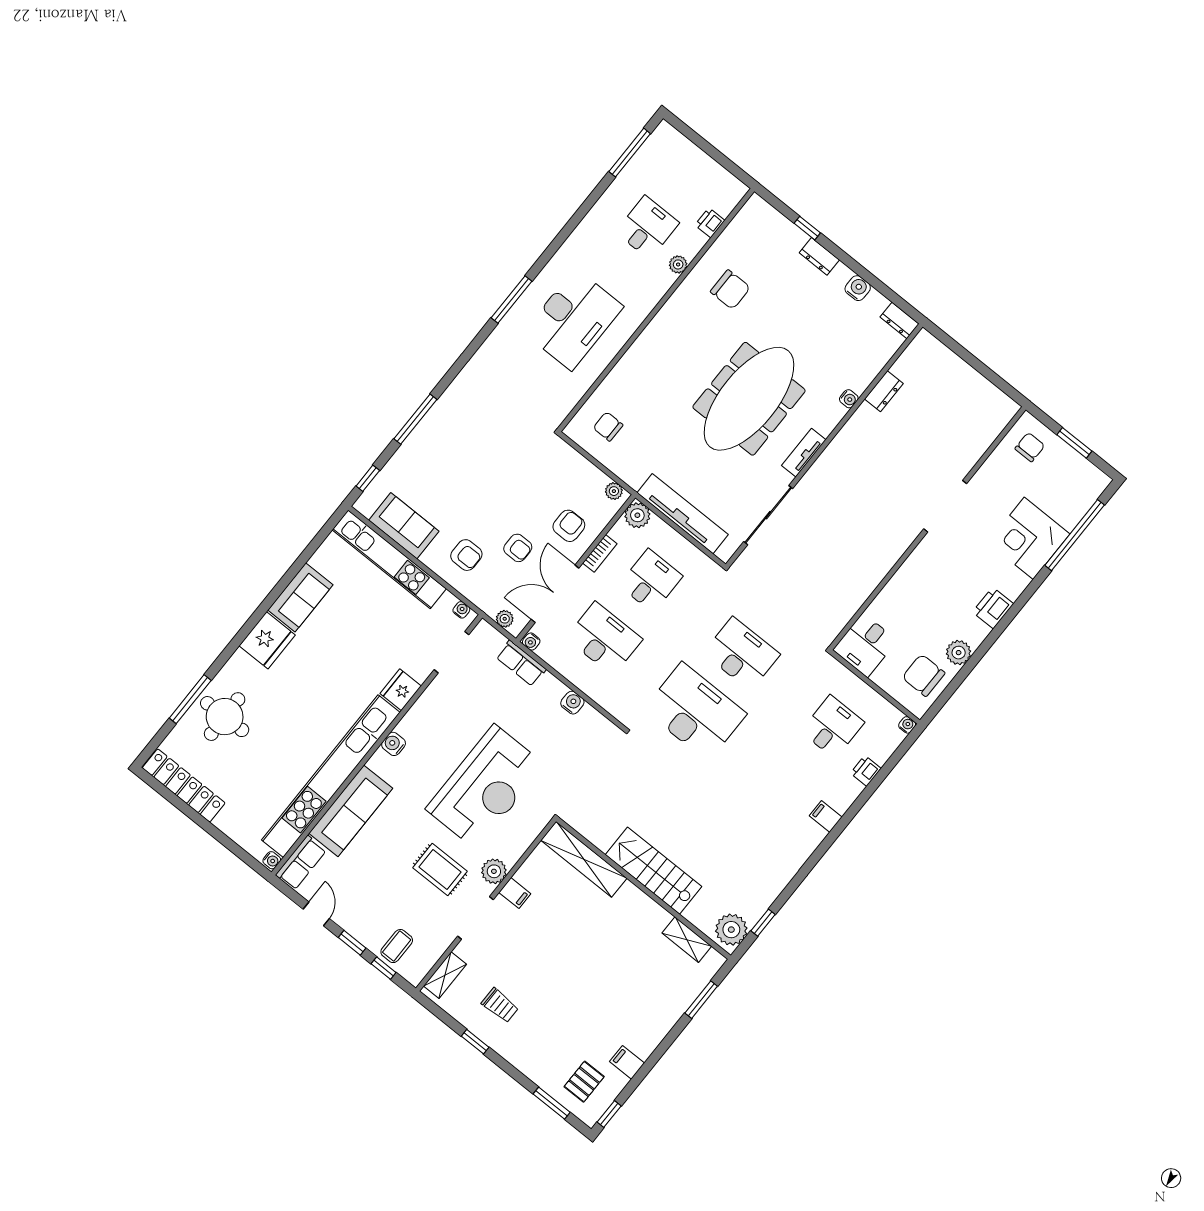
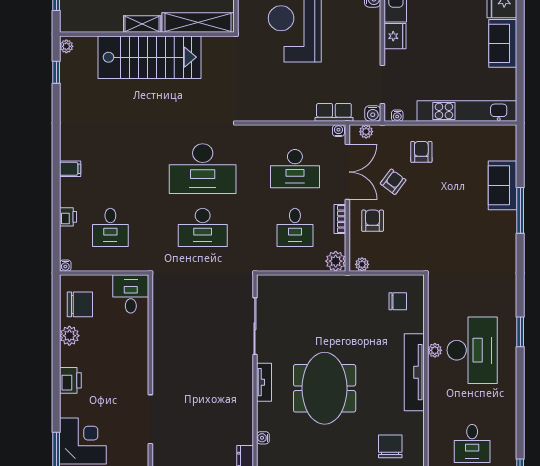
plant: (678, 264) -> (435, 350), moved
chair: (730, 290) -> (390, 446), turned 90
window: (512, 300) -> (520, 332), width x0.69
desk: (573, 319) -> (472, 350), turned 180
meeting table: (749, 399) -> (325, 388), width x0.73
window: (368, 478) -> (520, 150), removed
tv unit: (683, 514) -> (414, 372), moved, turned 90
sofa: (404, 526) -> (502, 185), moved, turned 90
armchair: (569, 526) -> (373, 221), turned 180
armchair: (518, 548) -> (393, 182), turned 127
armchair: (466, 555) -> (421, 152), turned 90
water cooler: (572, 703) -> (373, 113), moved
stairs: (653, 871) -> (150, 57), width x1.36, depth x1.51
plant: (731, 930) -> (66, 46), width x0.53, depth x0.53
shelving: (687, 940) -> (142, 24), moved

